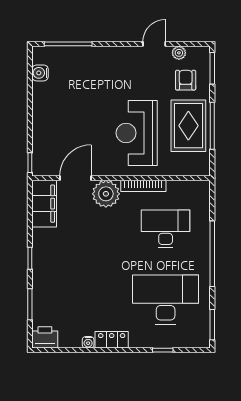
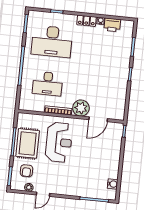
filing cabinet: (44, 204) -> (118, 106), removed
printer: (45, 337) -> (112, 25), moved

